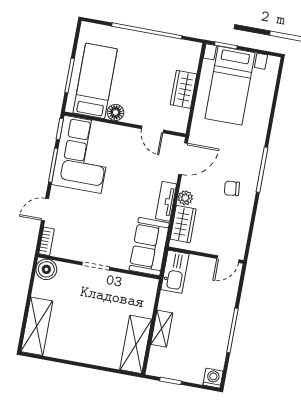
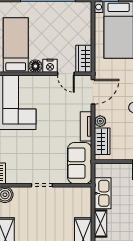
wardrobe: (184, 89) -> (84, 59), moved
nightstand: (134, 116) -> (50, 66), added
kitchen sink: (175, 272) -> (103, 193), moved

